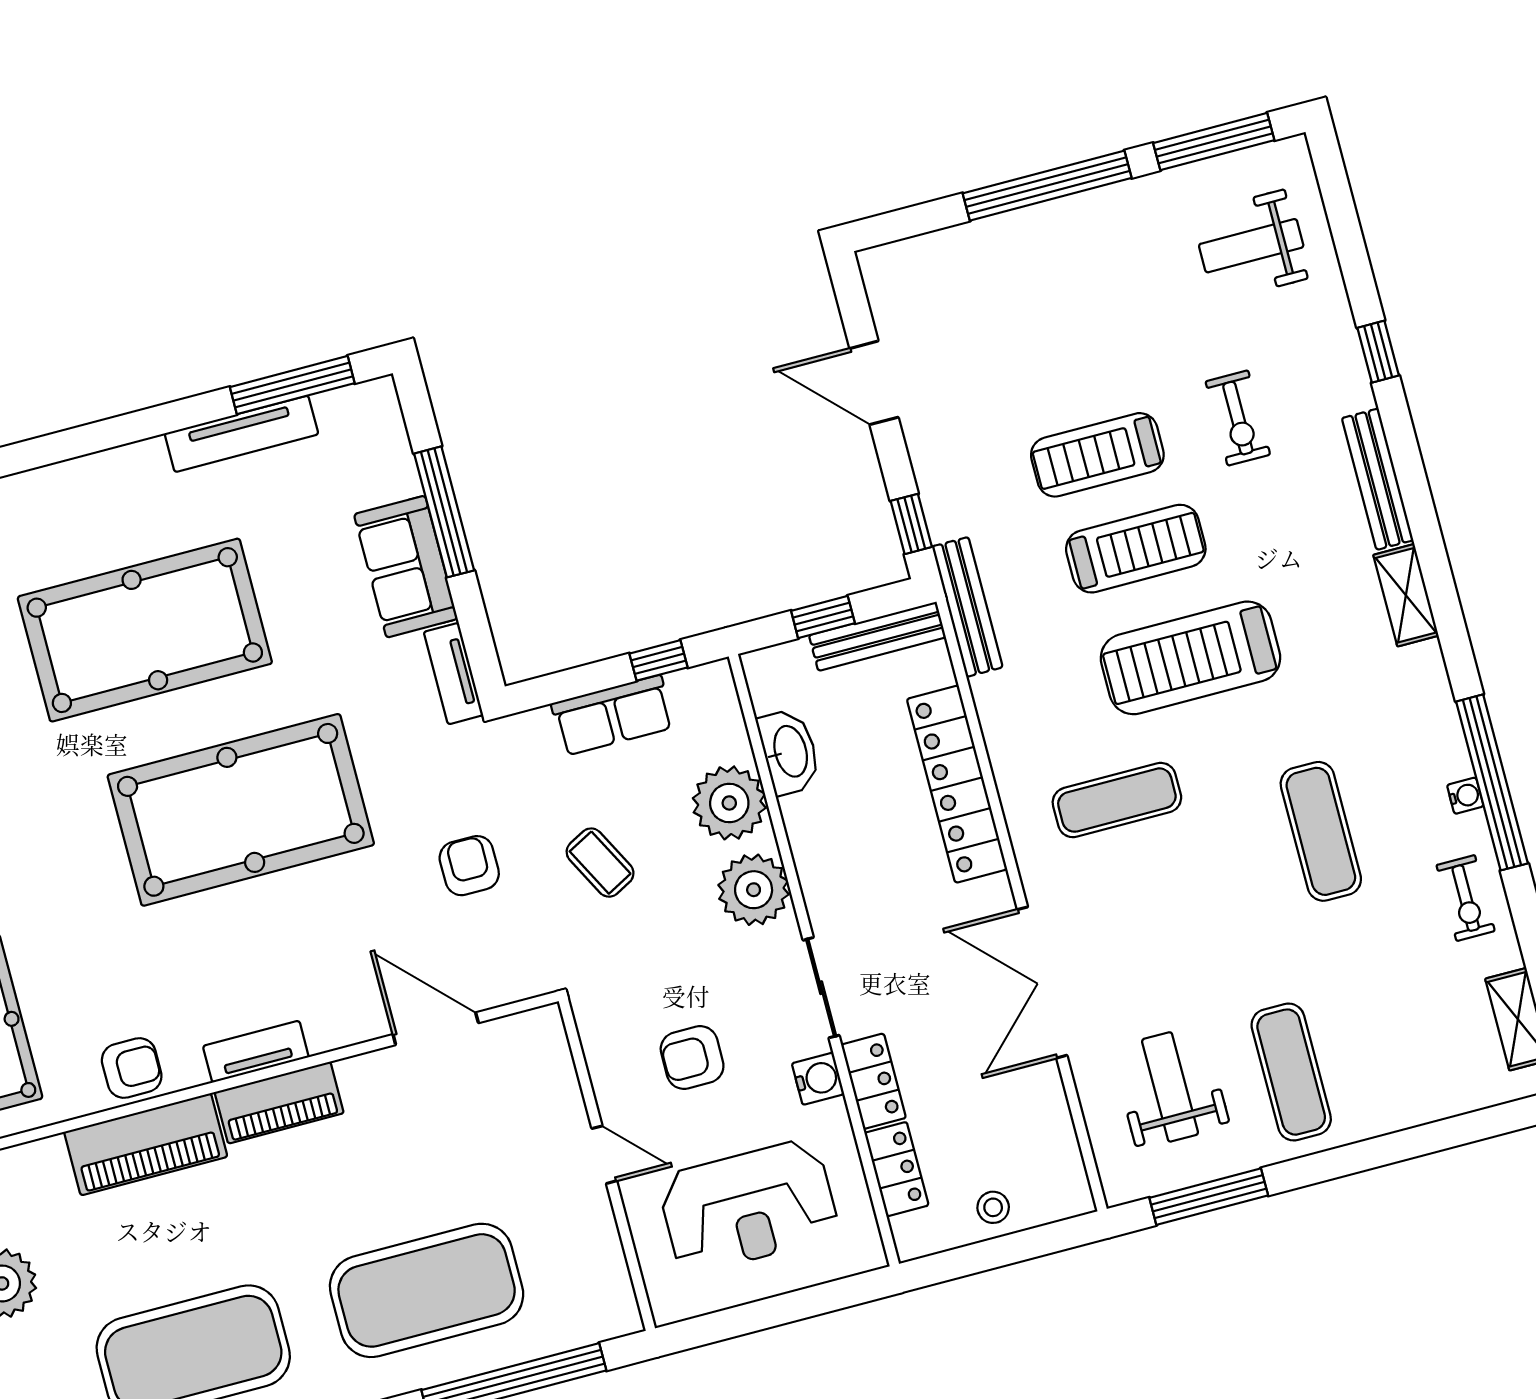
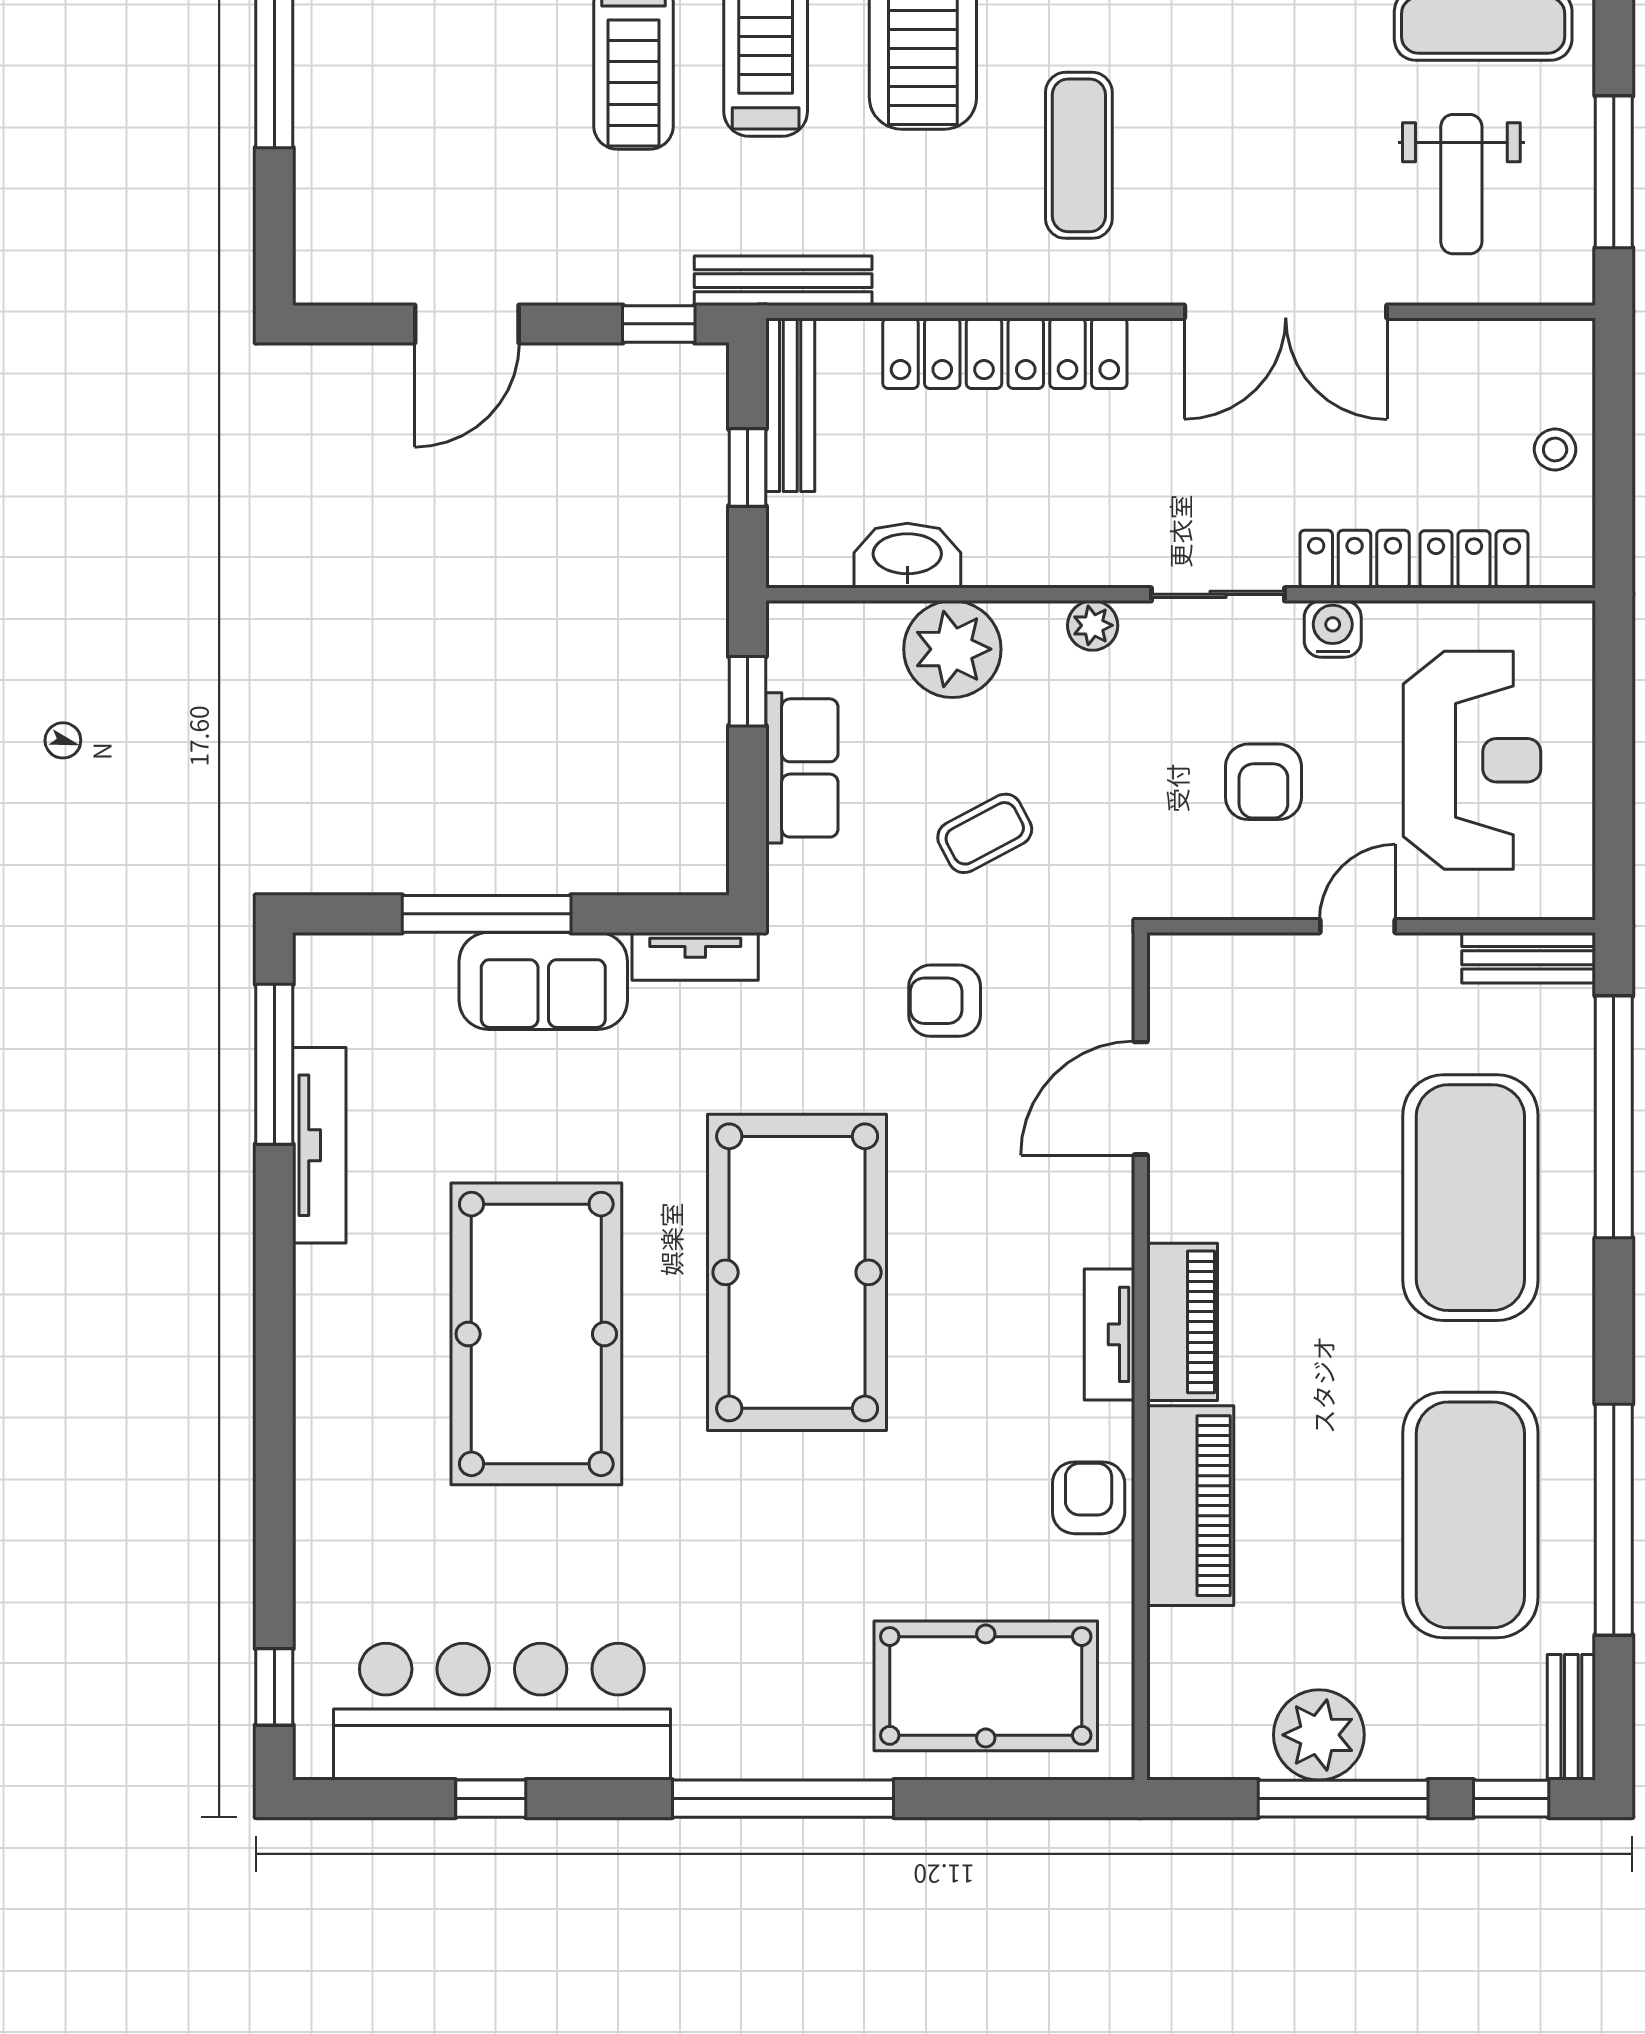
plant: (754, 890) -> (1093, 625), width x0.53, depth x0.53
weight bench: (1170, 1087) -> (1461, 184), turned -90
bench: (614, 1287) -> (1529, 958), added

